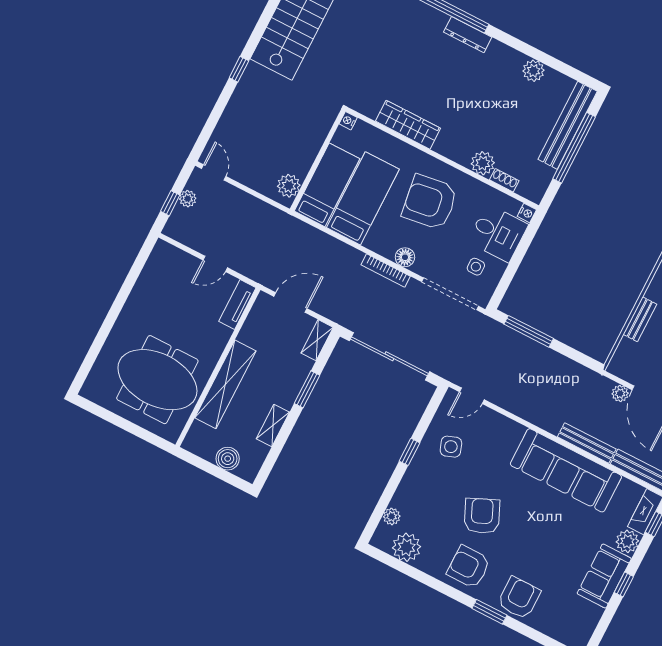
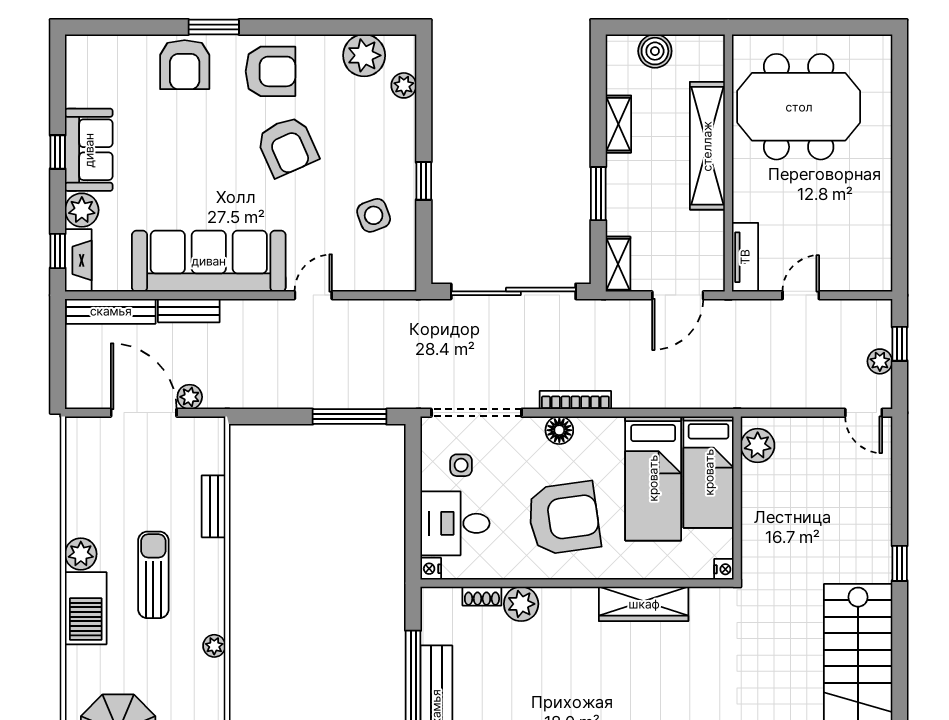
door: (472, 396) -> (313, 295), moved
bench: (587, 443) -> (189, 311), width x0.73

